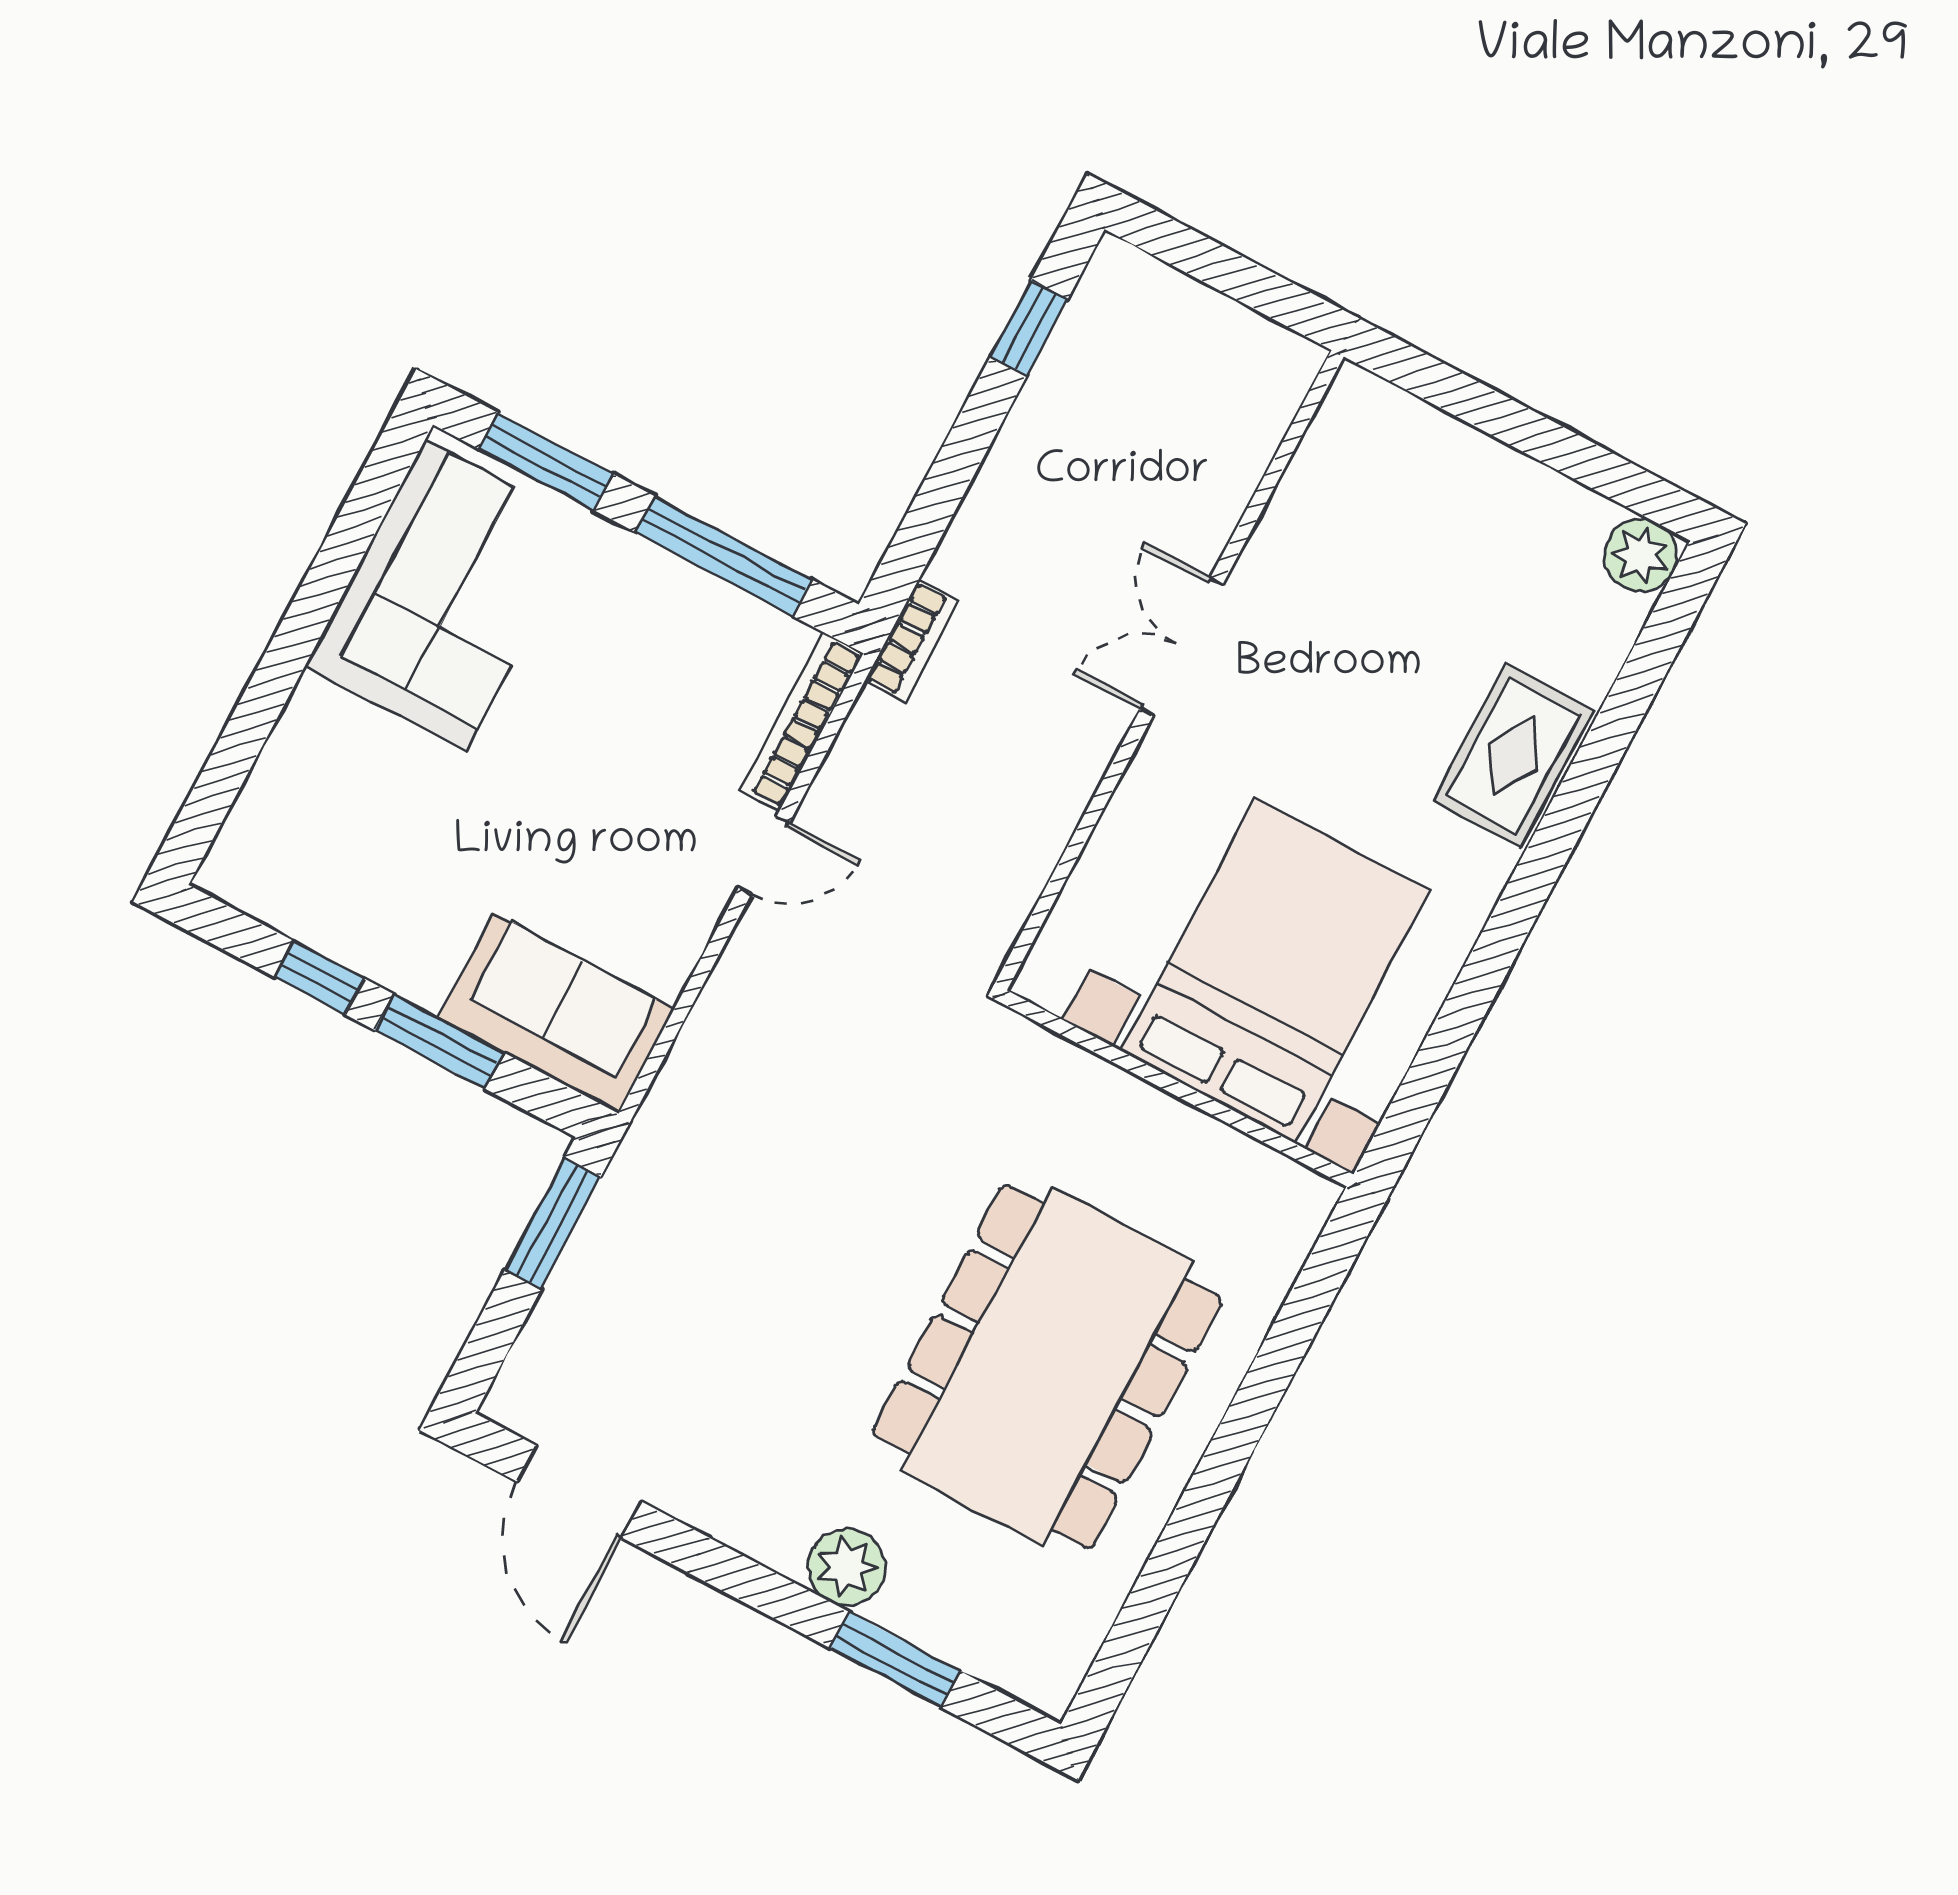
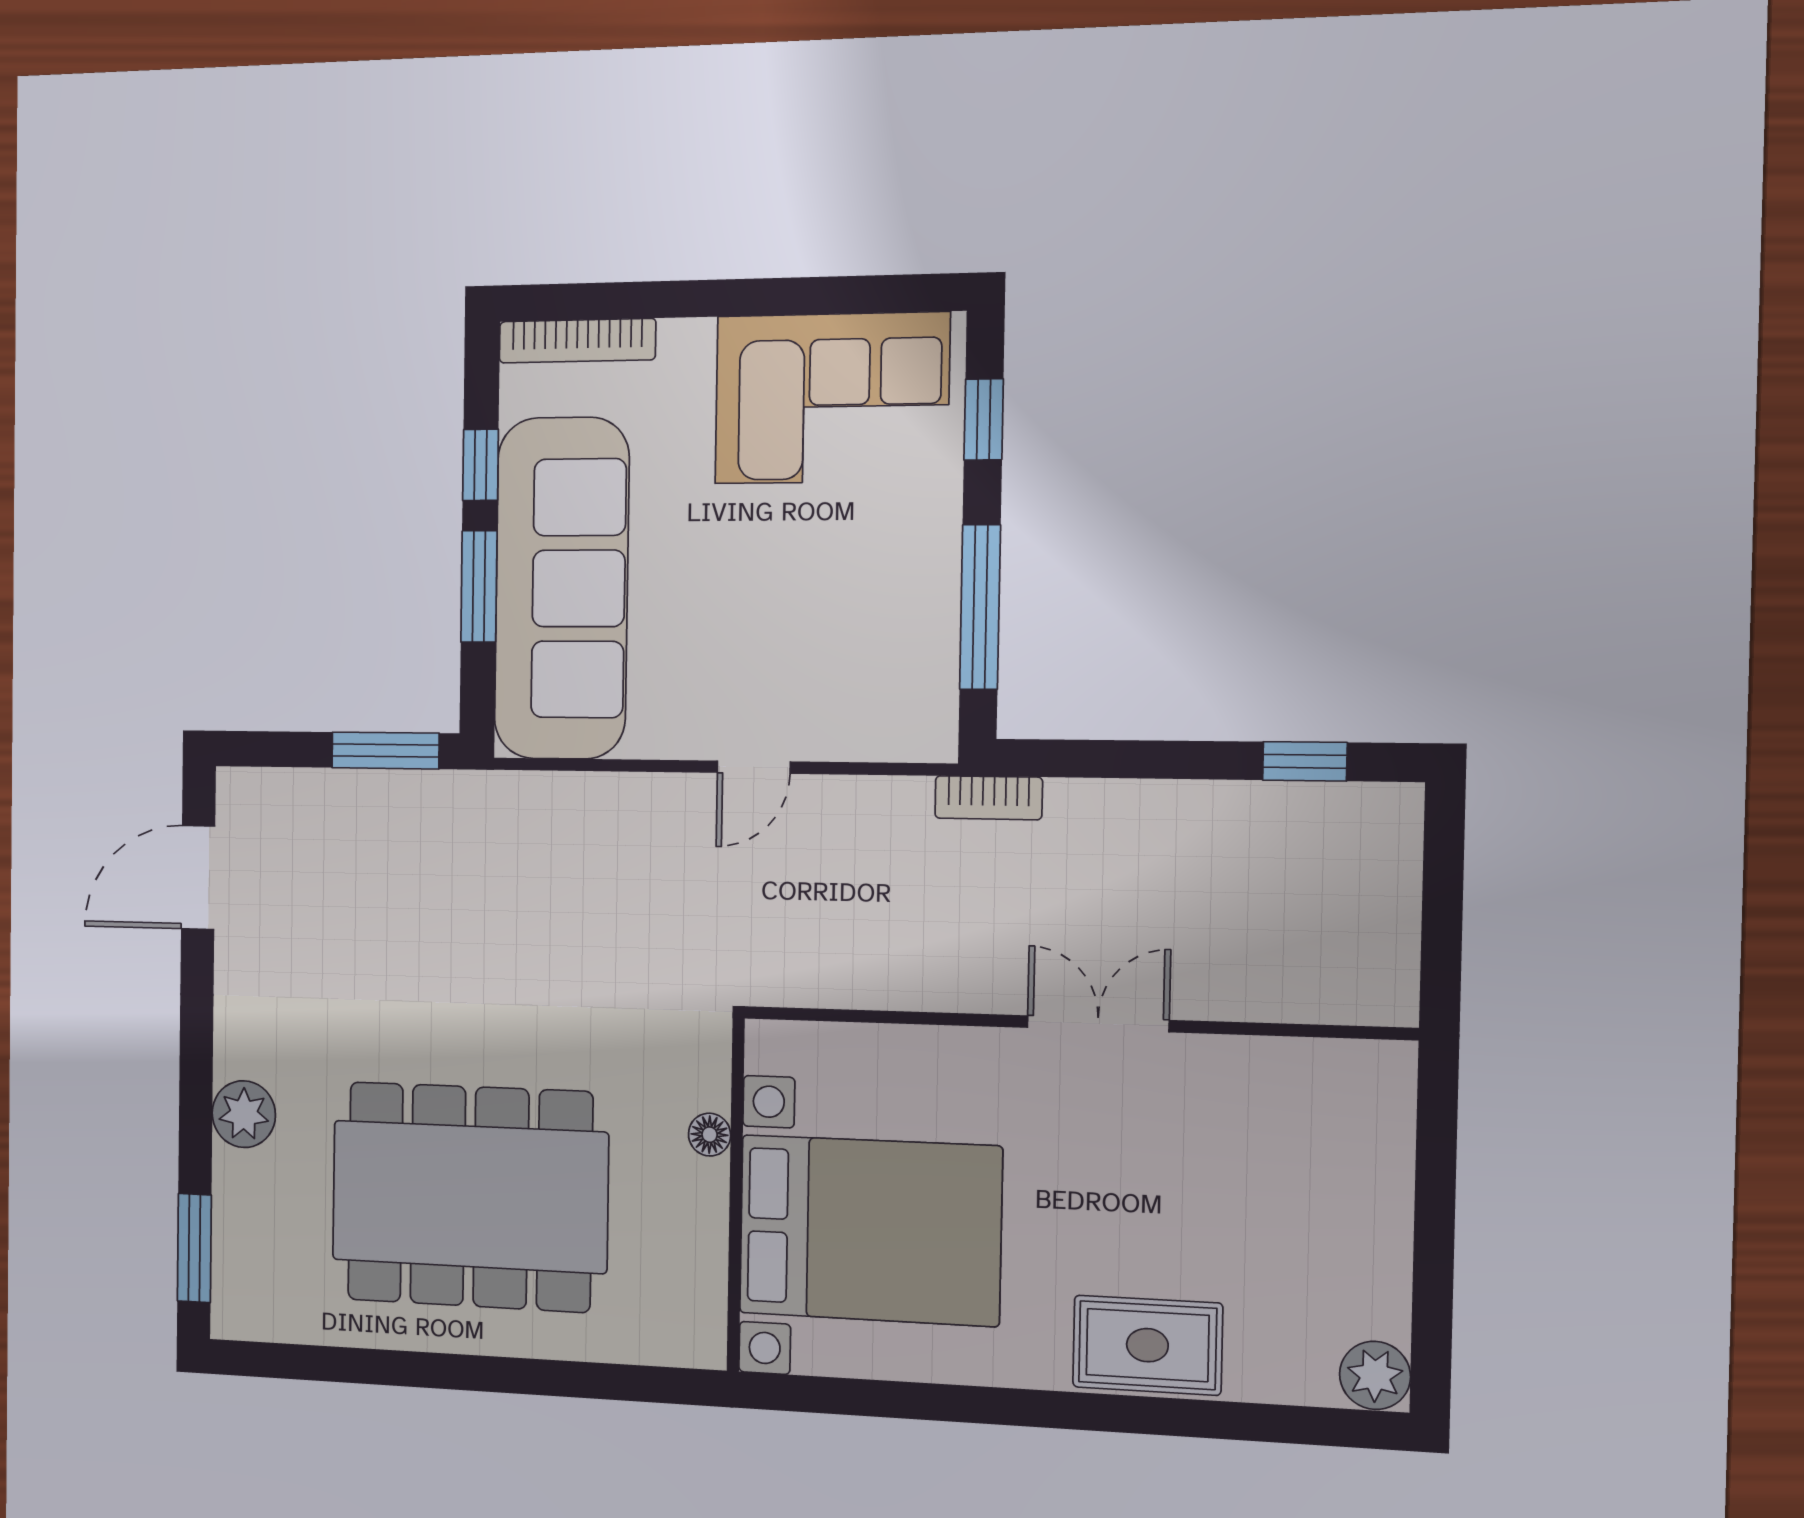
window: (546, 461) -> (984, 419), width x0.67
bookcase: (801, 722) -> (577, 341), moved, turned 180
door: (764, 855) -> (754, 767), hinge flipped
sofa: (556, 1013) -> (561, 588), width x1.85, depth x1.27
floor lamp: (1104, 1084) -> (710, 1135), added
window: (895, 1660) -> (194, 1248), moved

